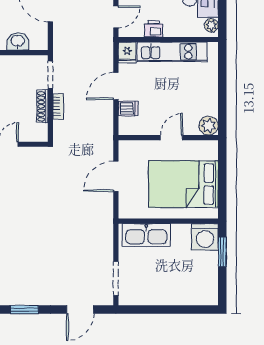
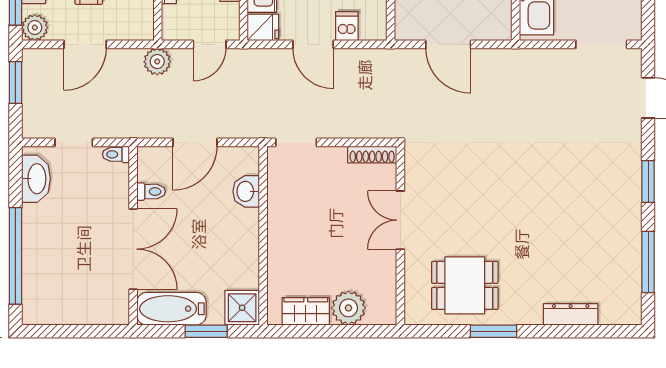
door: (116, 17) -> (210, 44), swing flipped
shoe rack: (42, 106) -> (372, 154), moved
bookcase: (58, 106) -> (344, 131), removed

